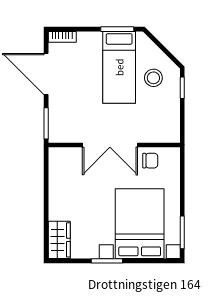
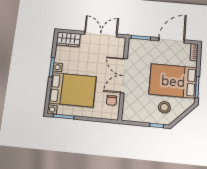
bed: (119, 67) -> (173, 81), width x1.50
double door: (46, 188) -> (101, 34), added

